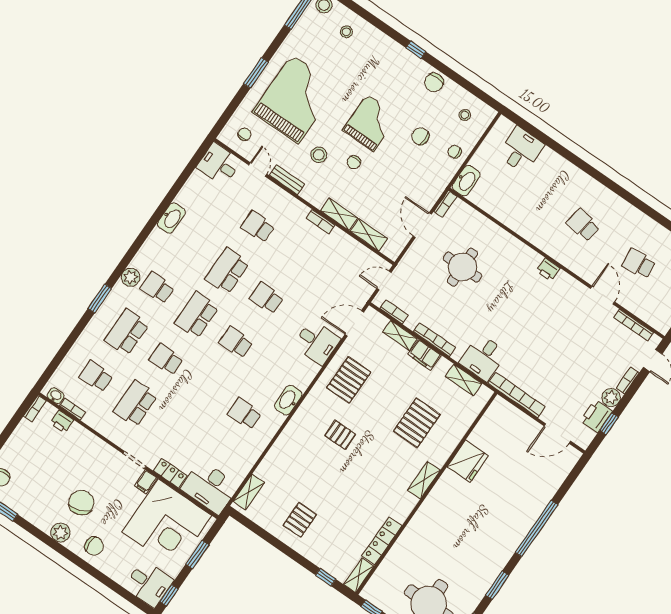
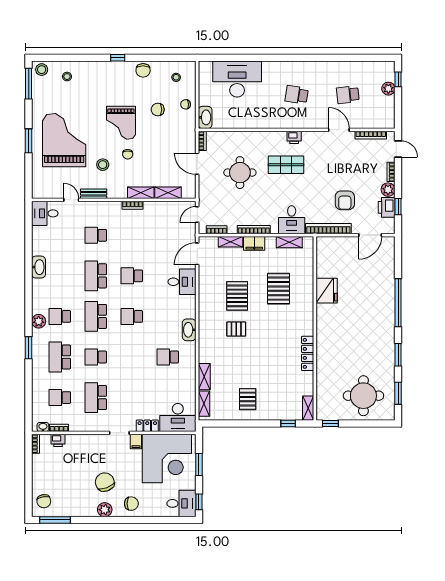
grand piano: (370, 123) -> (121, 123), turned 180
chair: (244, 134) -> (48, 184), removed
desk: (521, 150) -> (237, 79), width x1.87, depth x1.30
shop shelf: (519, 293) -> (286, 165), added
armchair: (556, 377) -> (345, 200), added
pallet: (349, 380) -> (237, 296), moved
shelving: (424, 480) -> (204, 377), moved
locker: (382, 541) -> (308, 353), moved

